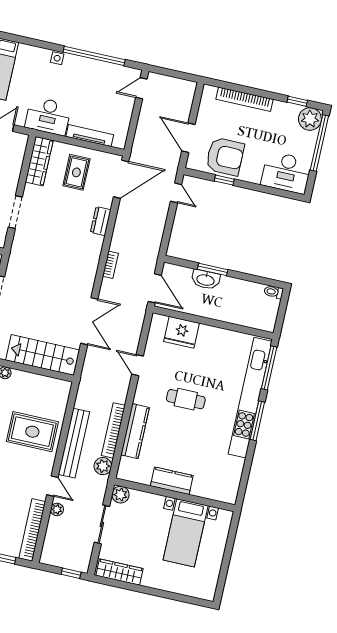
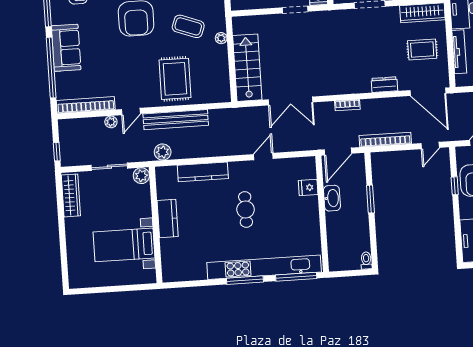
washbasin: (206, 280) -> (332, 198), moved, turned 180
fridge: (182, 332) -> (308, 187), width x0.53, depth x0.75
bookcase: (113, 430) -> (385, 140), moved

